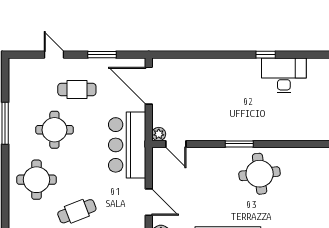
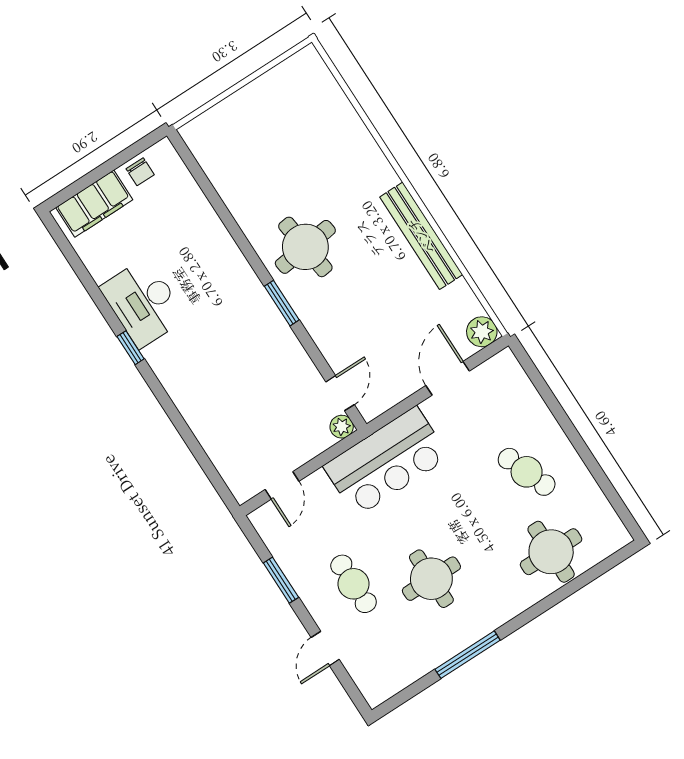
door: (149, 86) -> (282, 485), width x0.53
round table: (37, 180) -> (551, 552), moved

